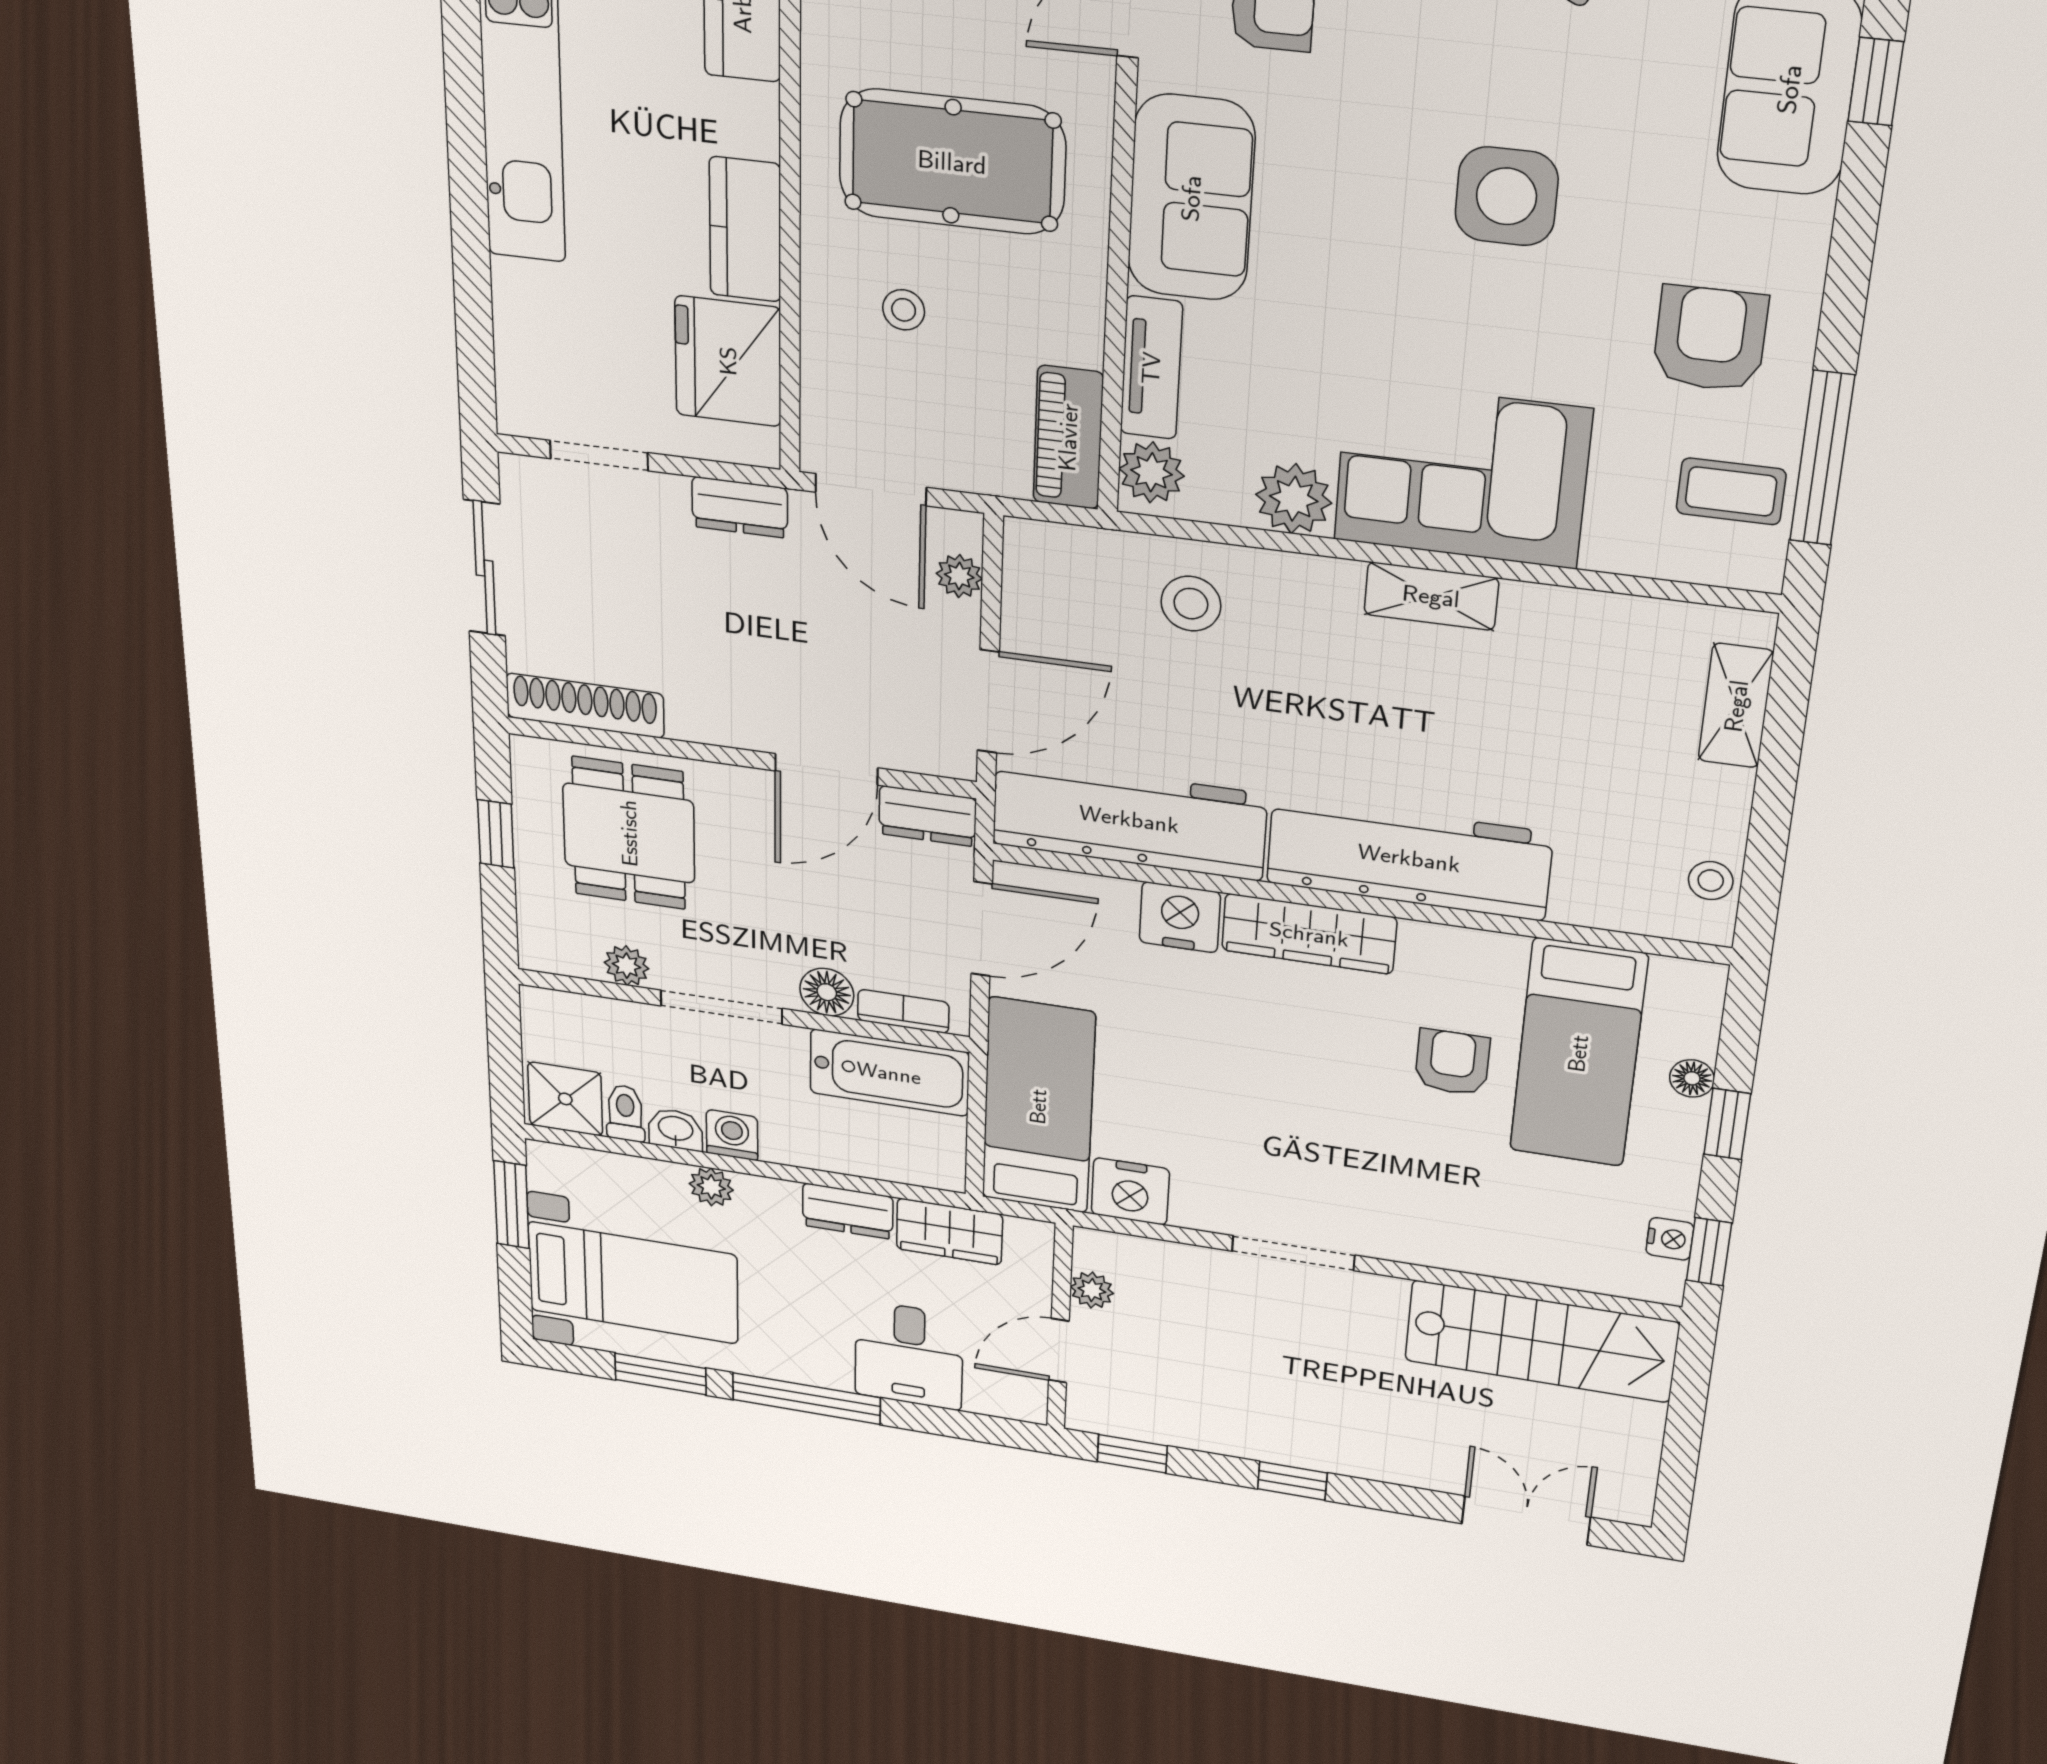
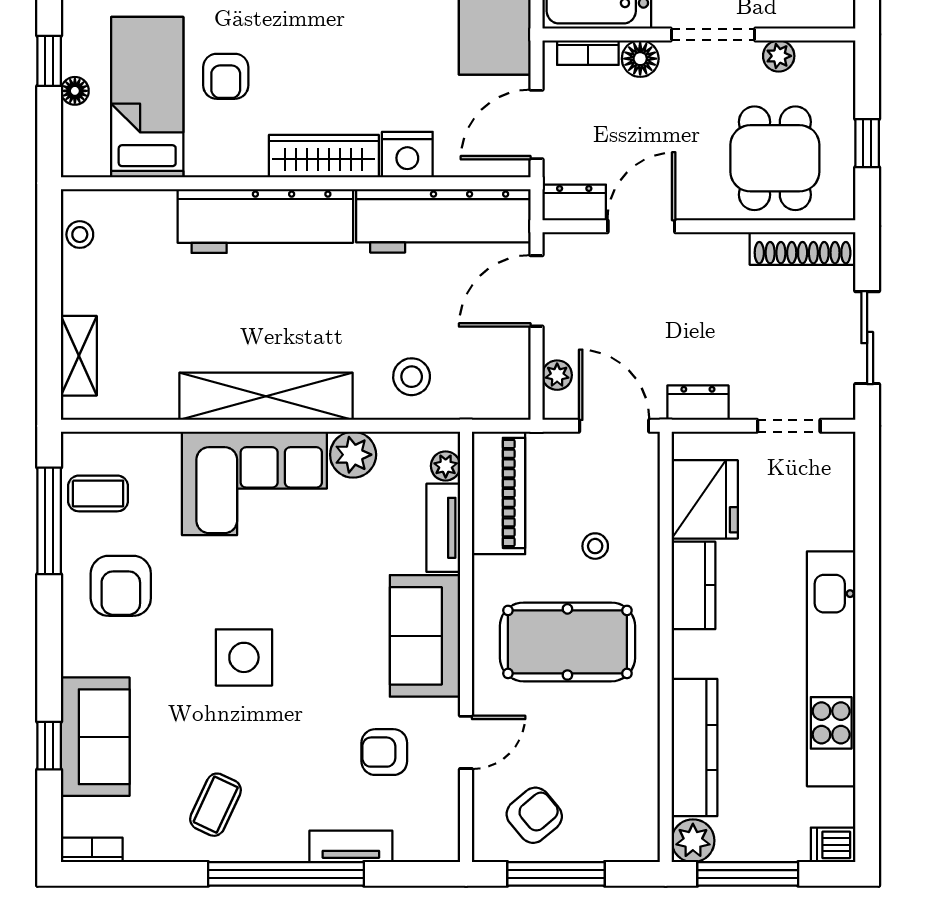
piano: (1068, 437) -> (499, 493), width x1.37, depth x1.33
plant: (1151, 472) -> (446, 466), width x0.73, depth x0.73
shelving: (1431, 596) -> (266, 396), width x2.20, depth x1.33

